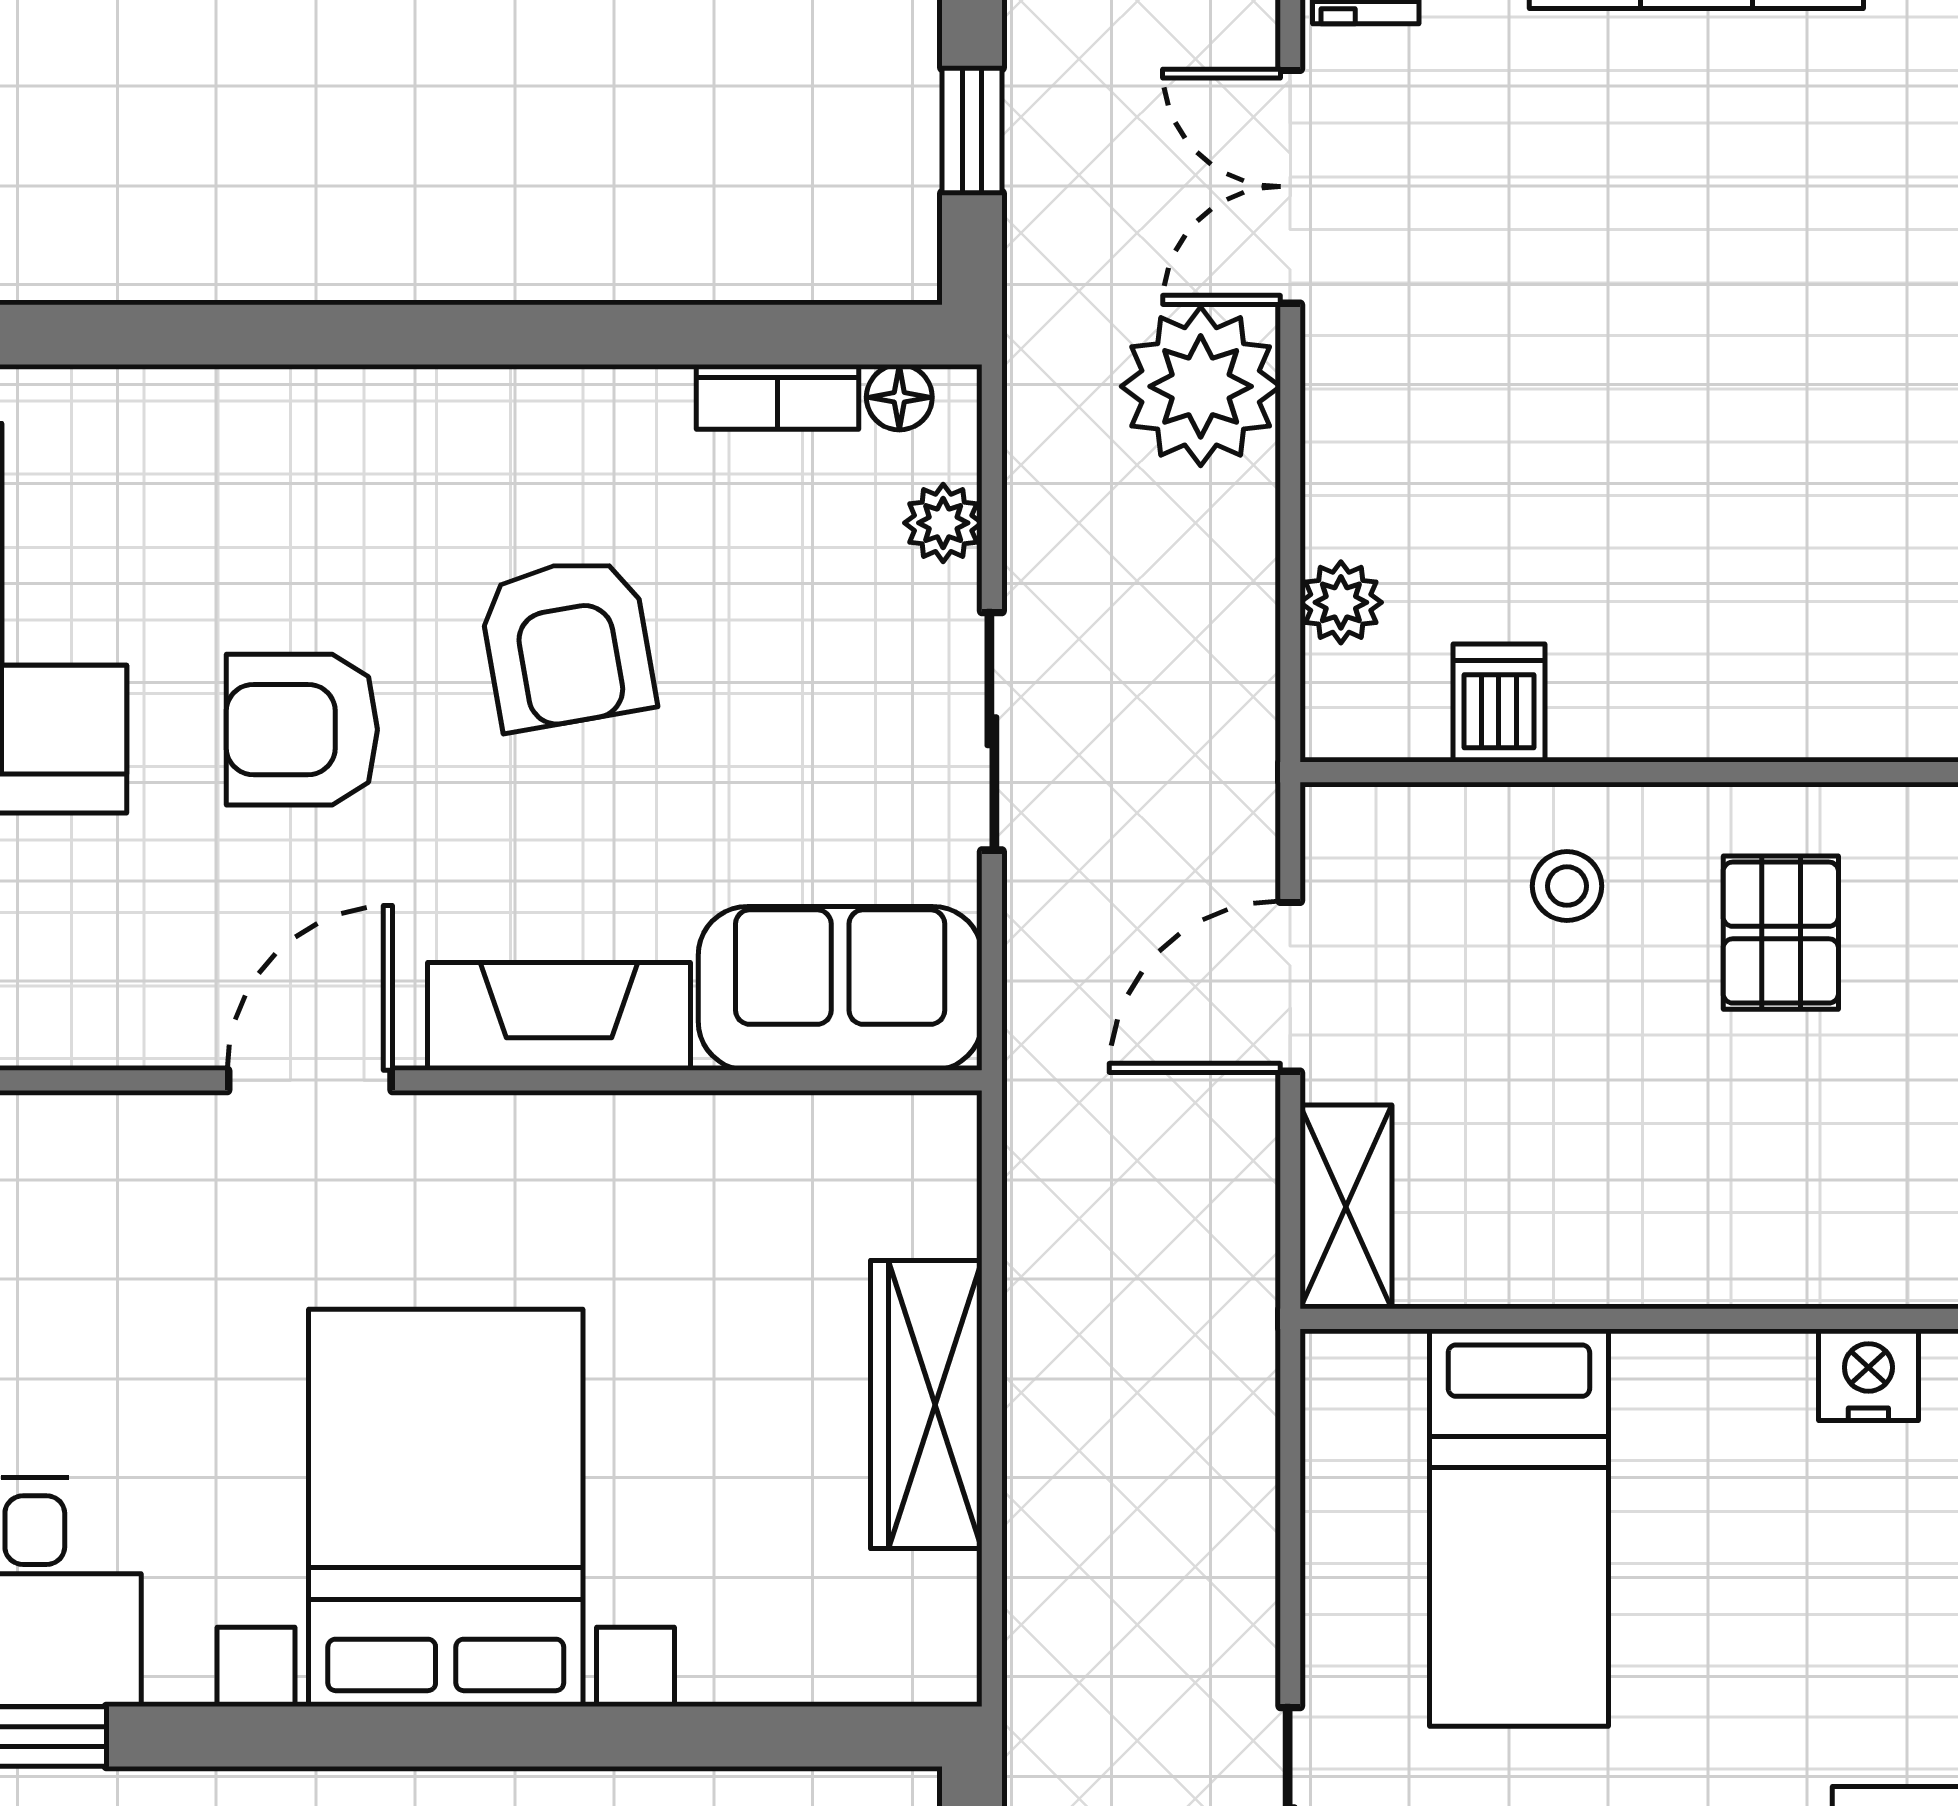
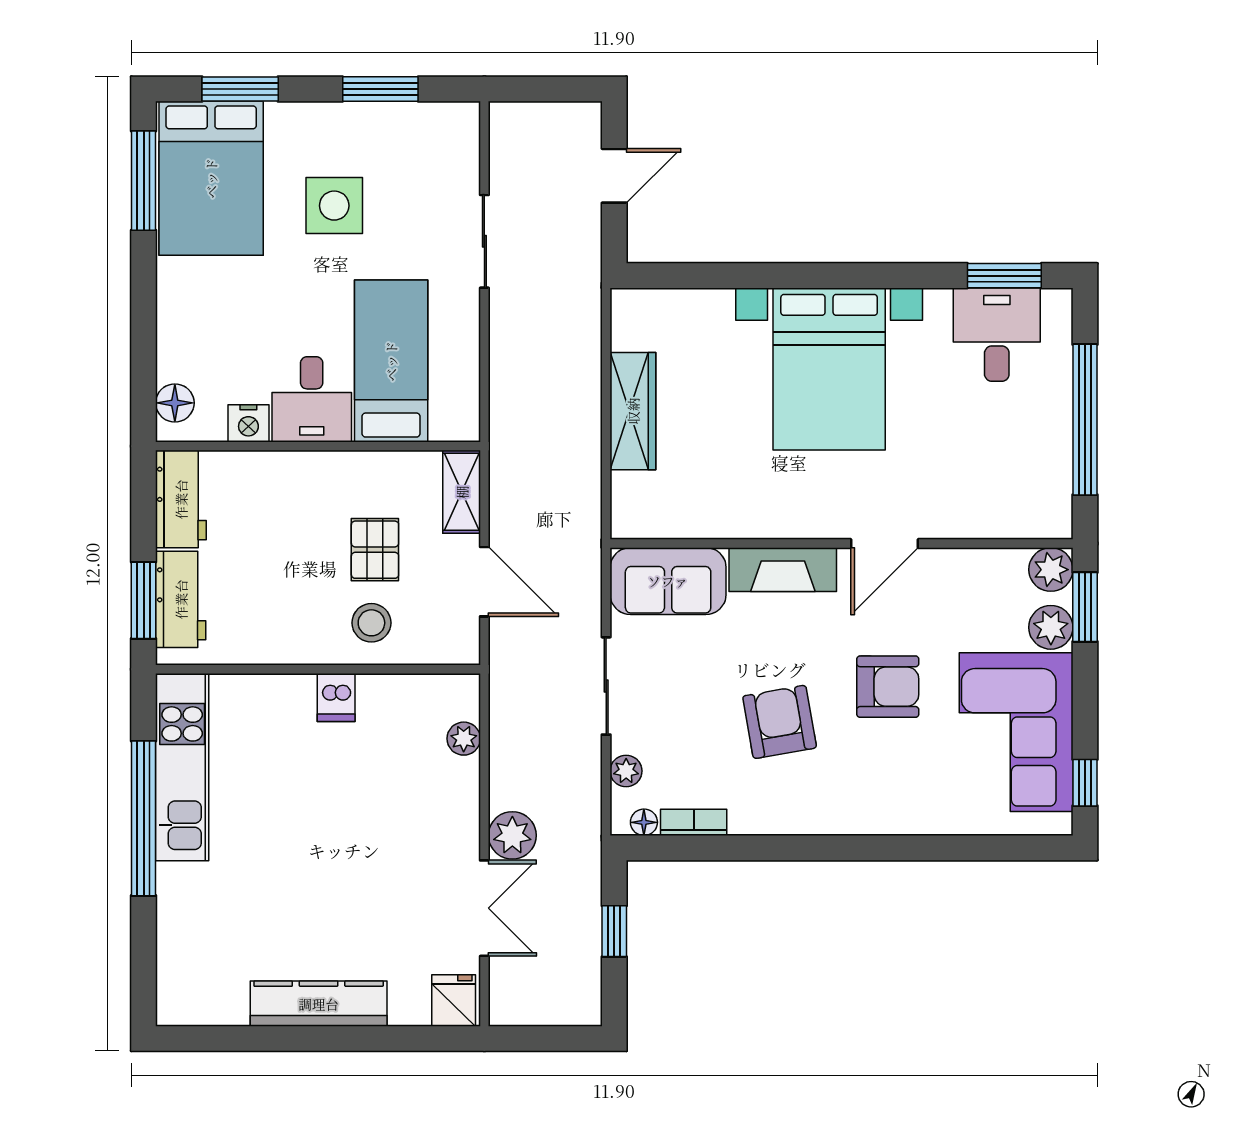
plant: (1201, 386) -> (512, 835), width x0.73, depth x0.73
dishwasher: (1499, 703) -> (336, 698), moved
stool: (1567, 886) -> (371, 623), width x1.37, depth x1.37
pallet: (1781, 933) -> (375, 550), moved
door: (1290, 987) -> (484, 582), hinge flipped
desk: (1713, 1434) -> (312, 399), added

